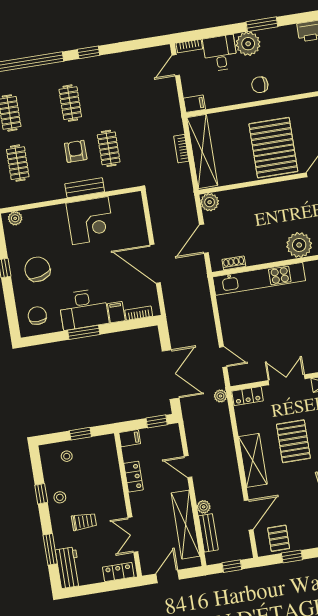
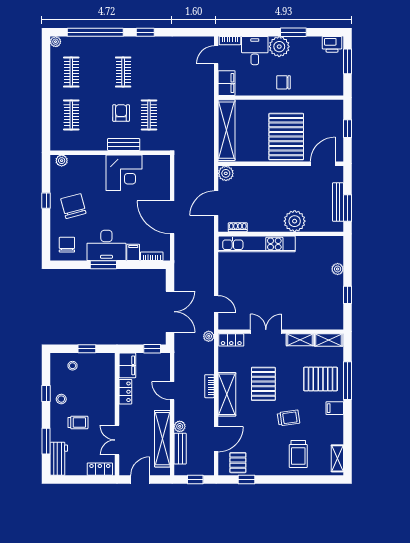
filing cabinet: (195, 104) -> (227, 83), width x2.00
bookcase: (181, 149) -> (209, 386), moved
filing cabinet: (130, 438) -> (127, 365), width x2.00

